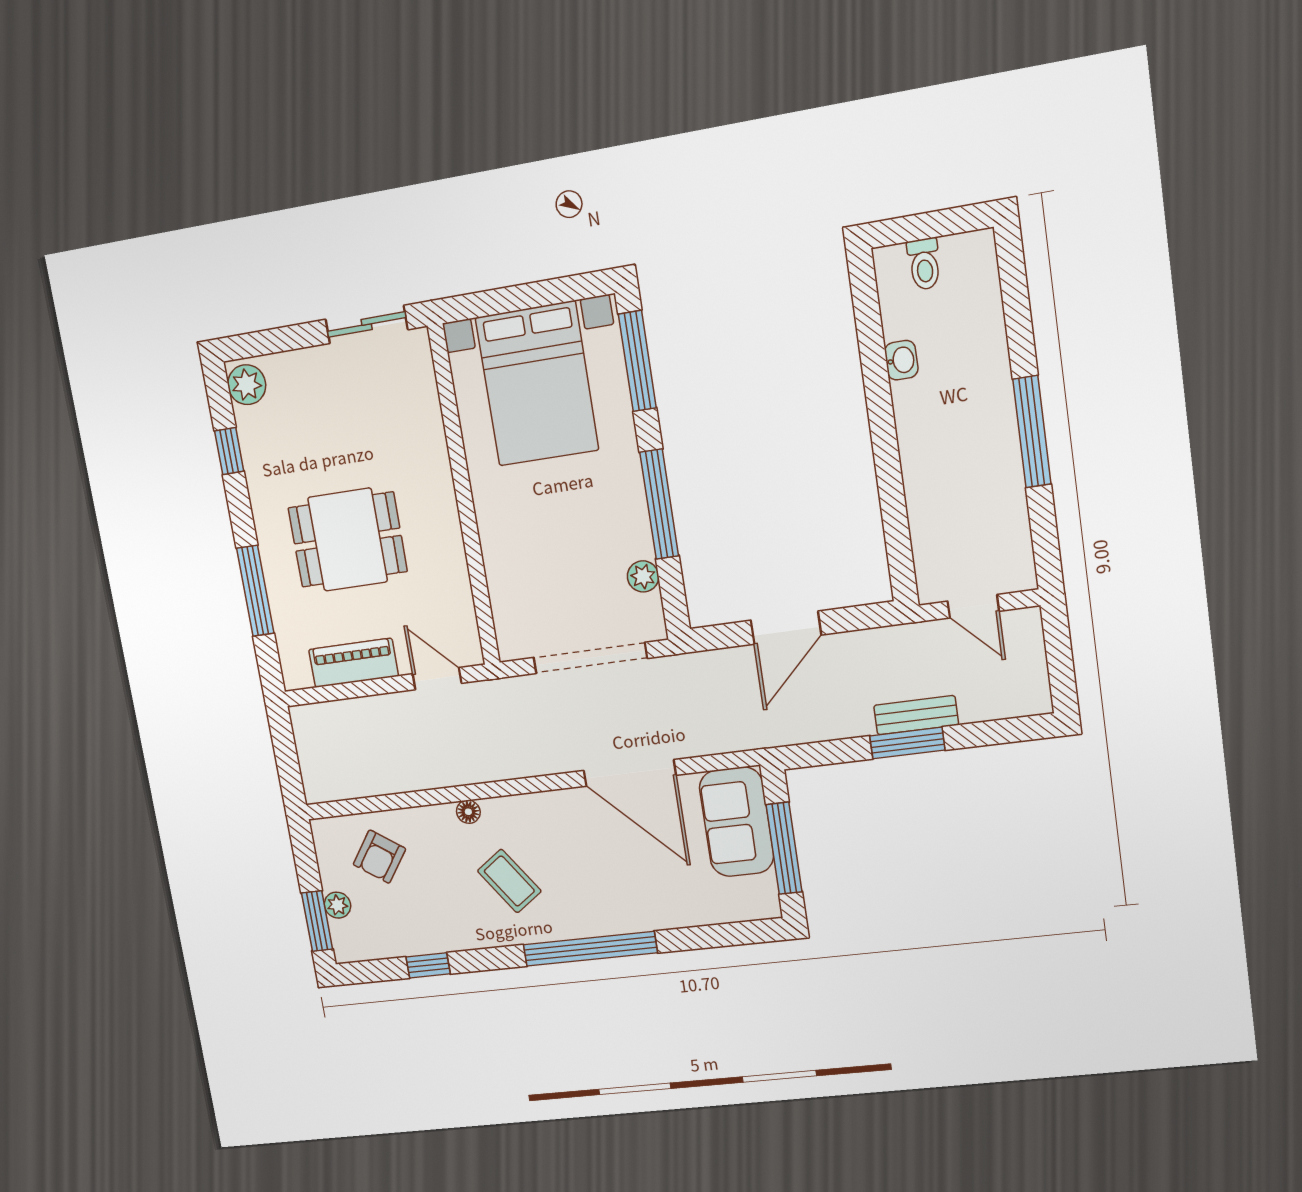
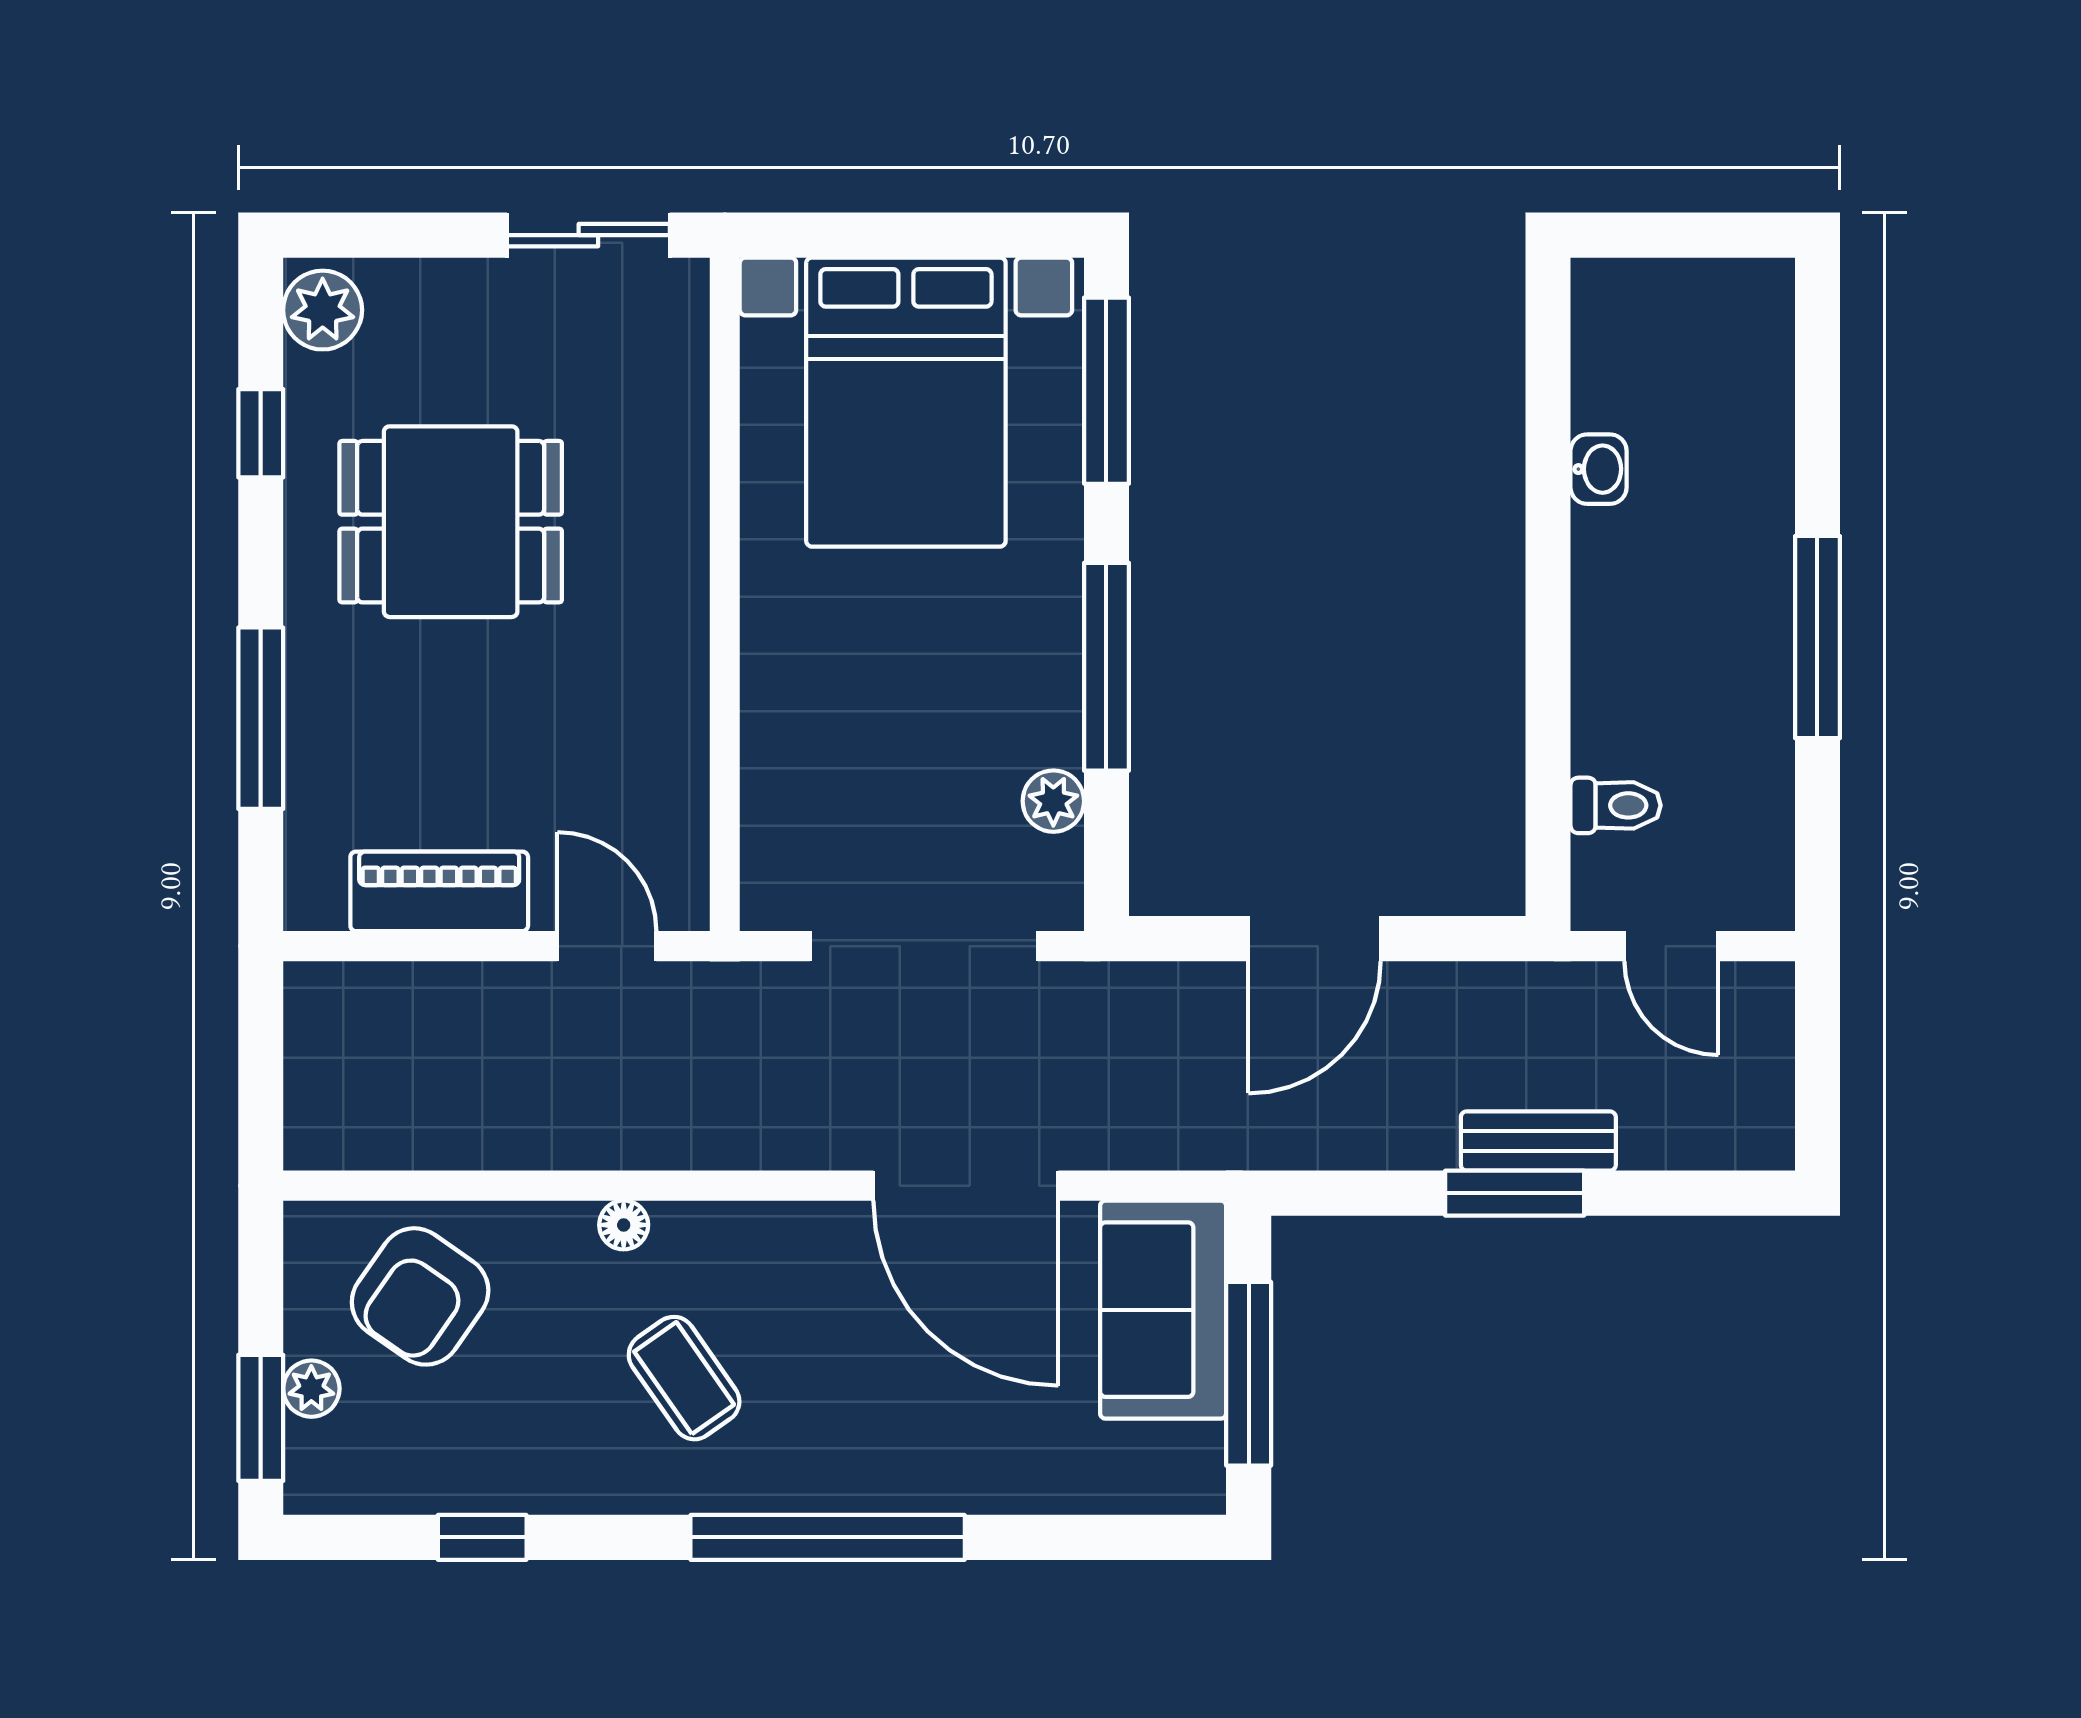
toilet: (924, 264) -> (1616, 805), moved, turned -90
dining table: (348, 540) -> (451, 522), moved
armchair: (379, 857) -> (420, 1296), width x1.38, depth x1.38

